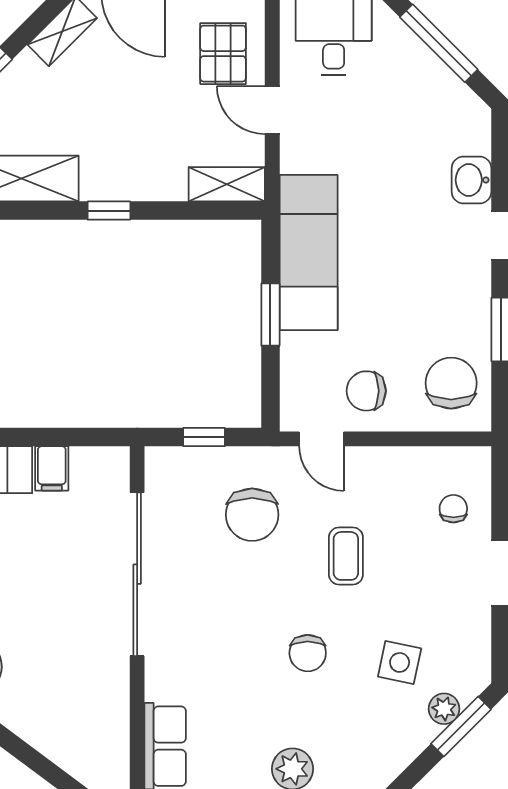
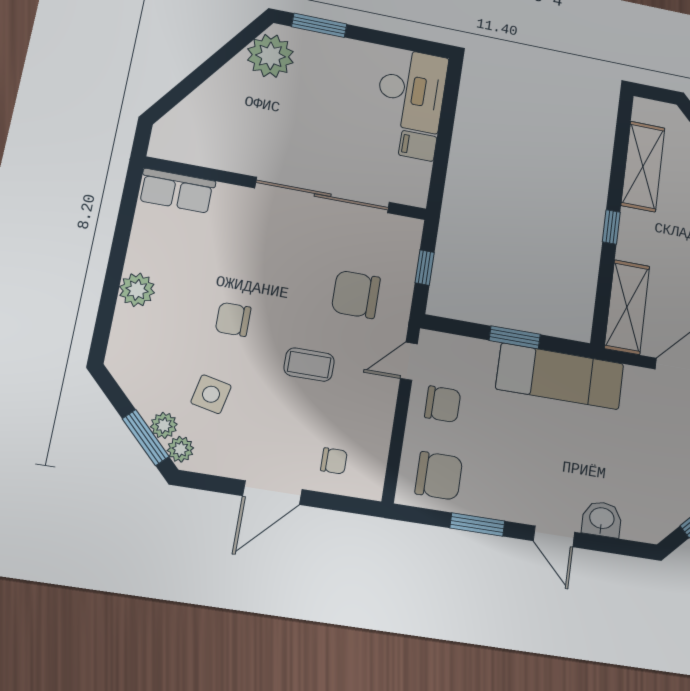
shelving: (227, 184) -> (627, 307), width x1.50, depth x1.33
chair: (366, 391) -> (443, 404), turned 90
plant: (468, 685) -> (180, 449), added

